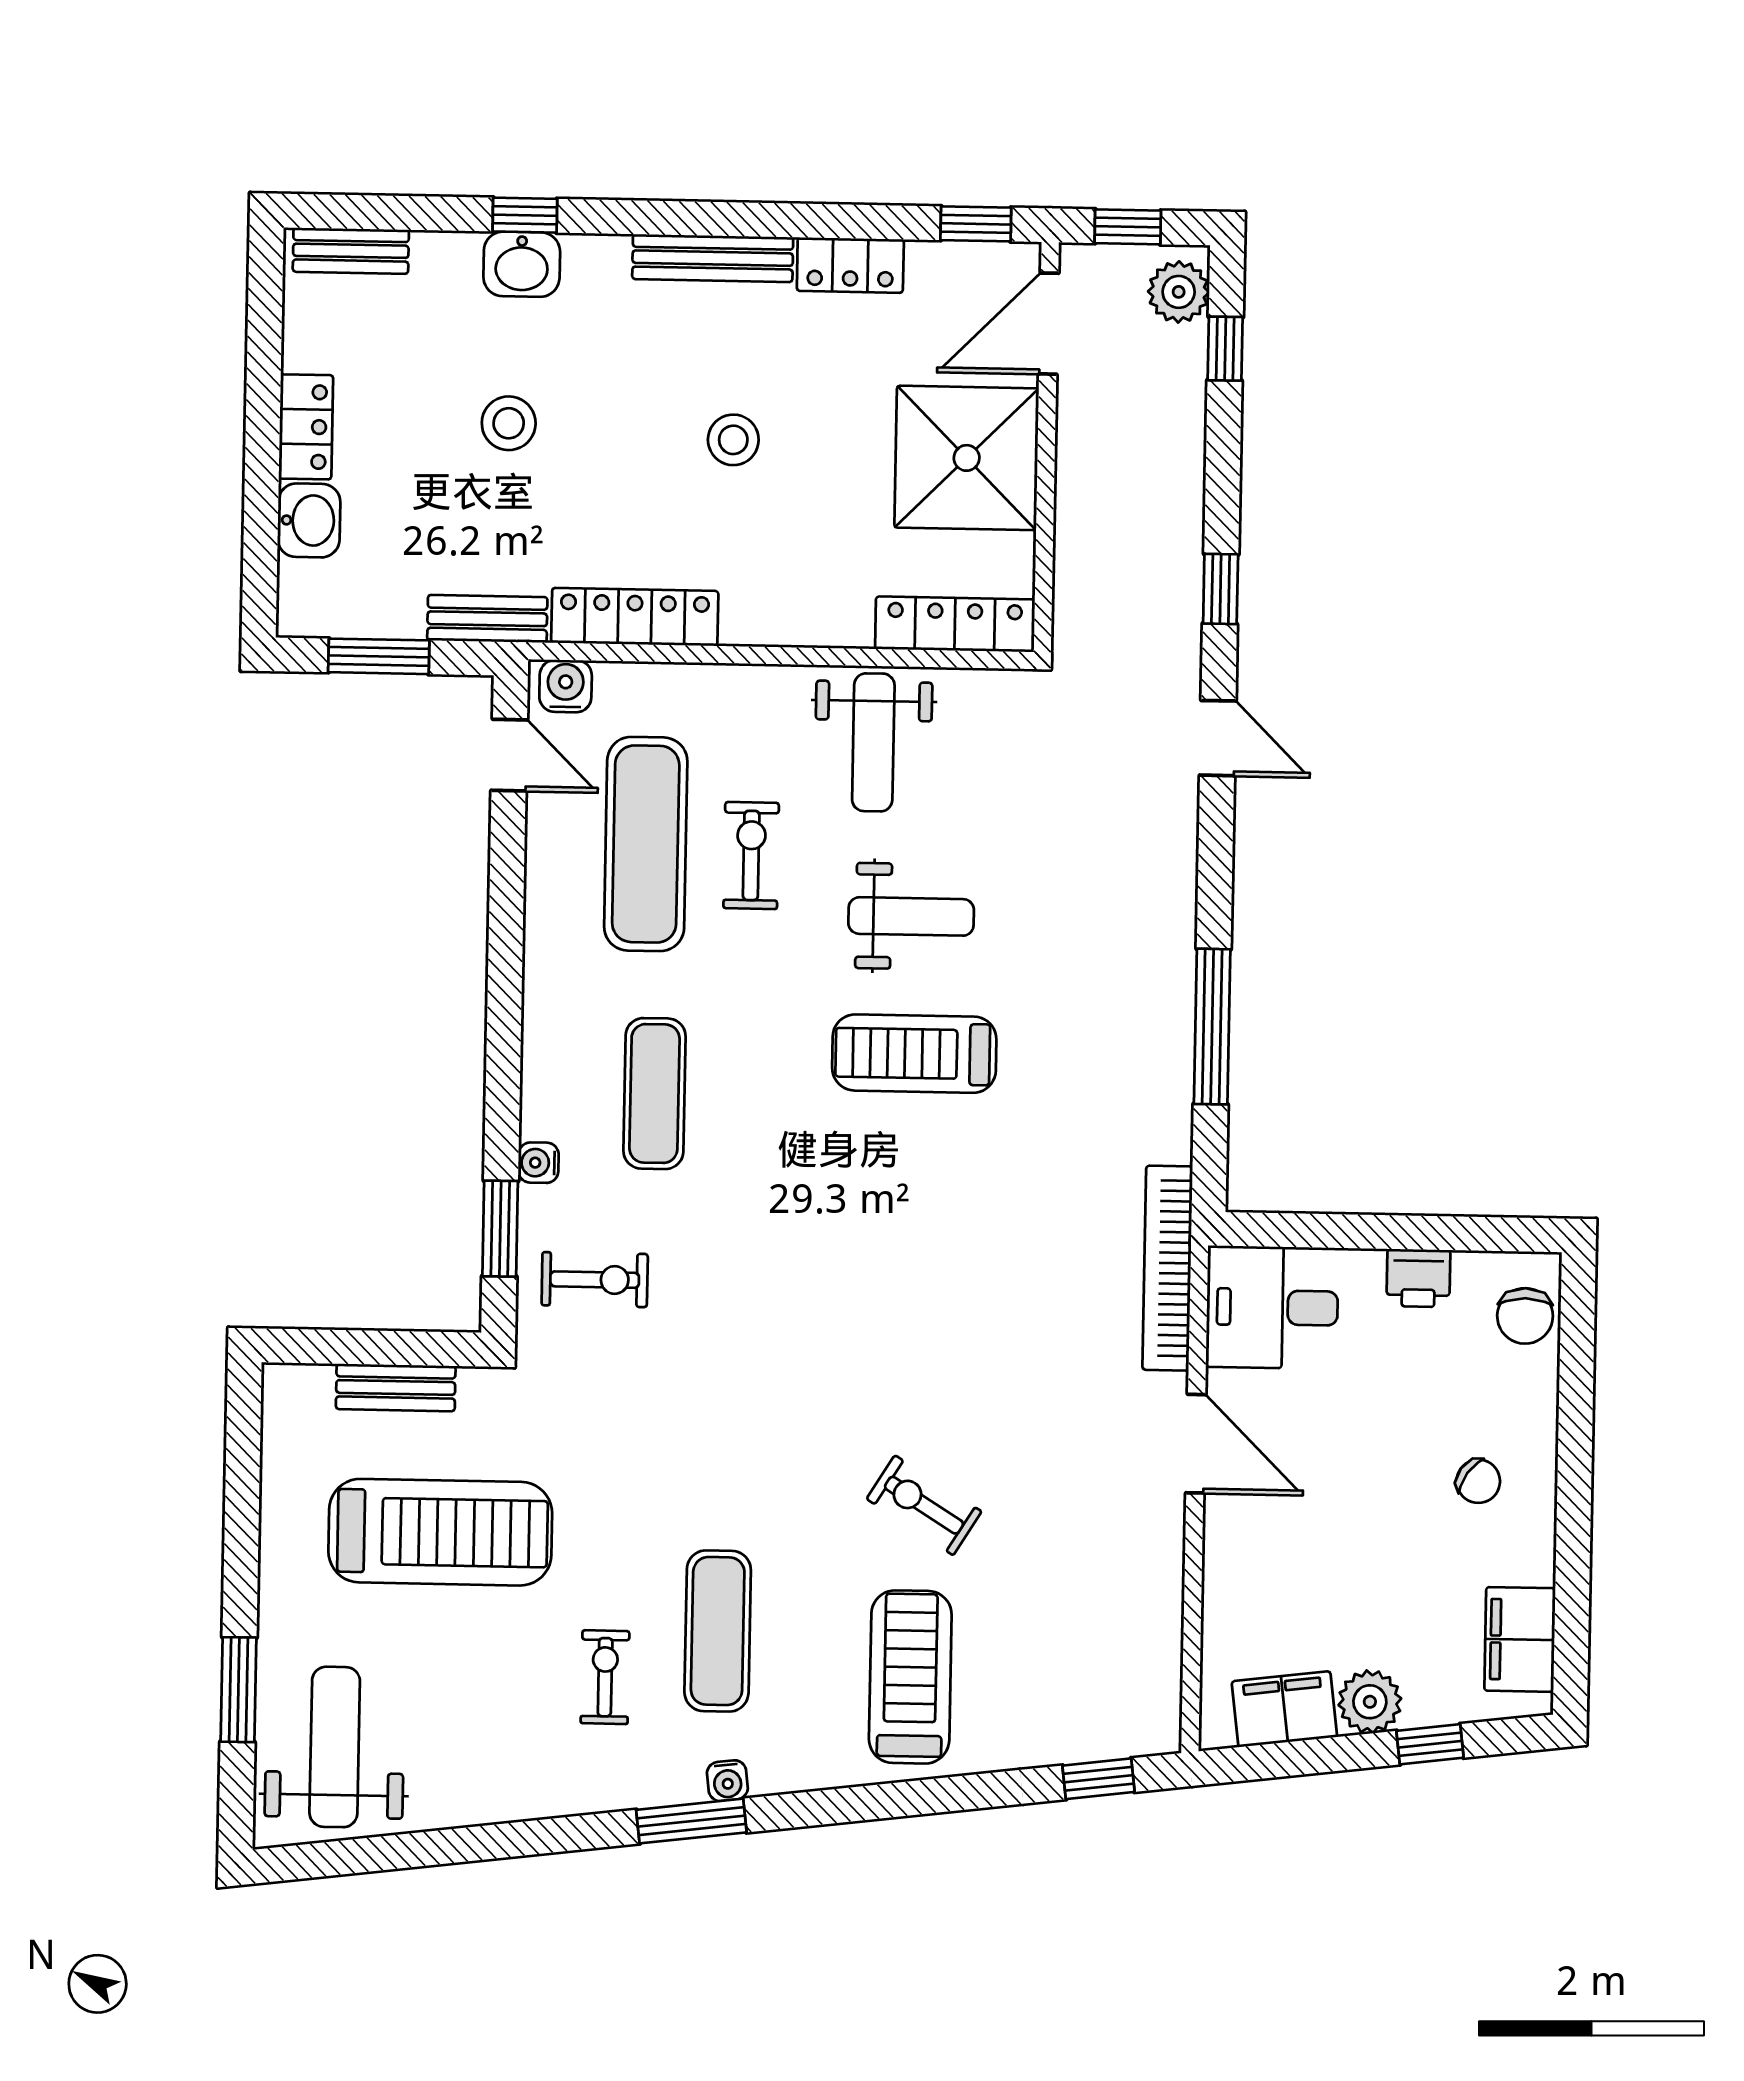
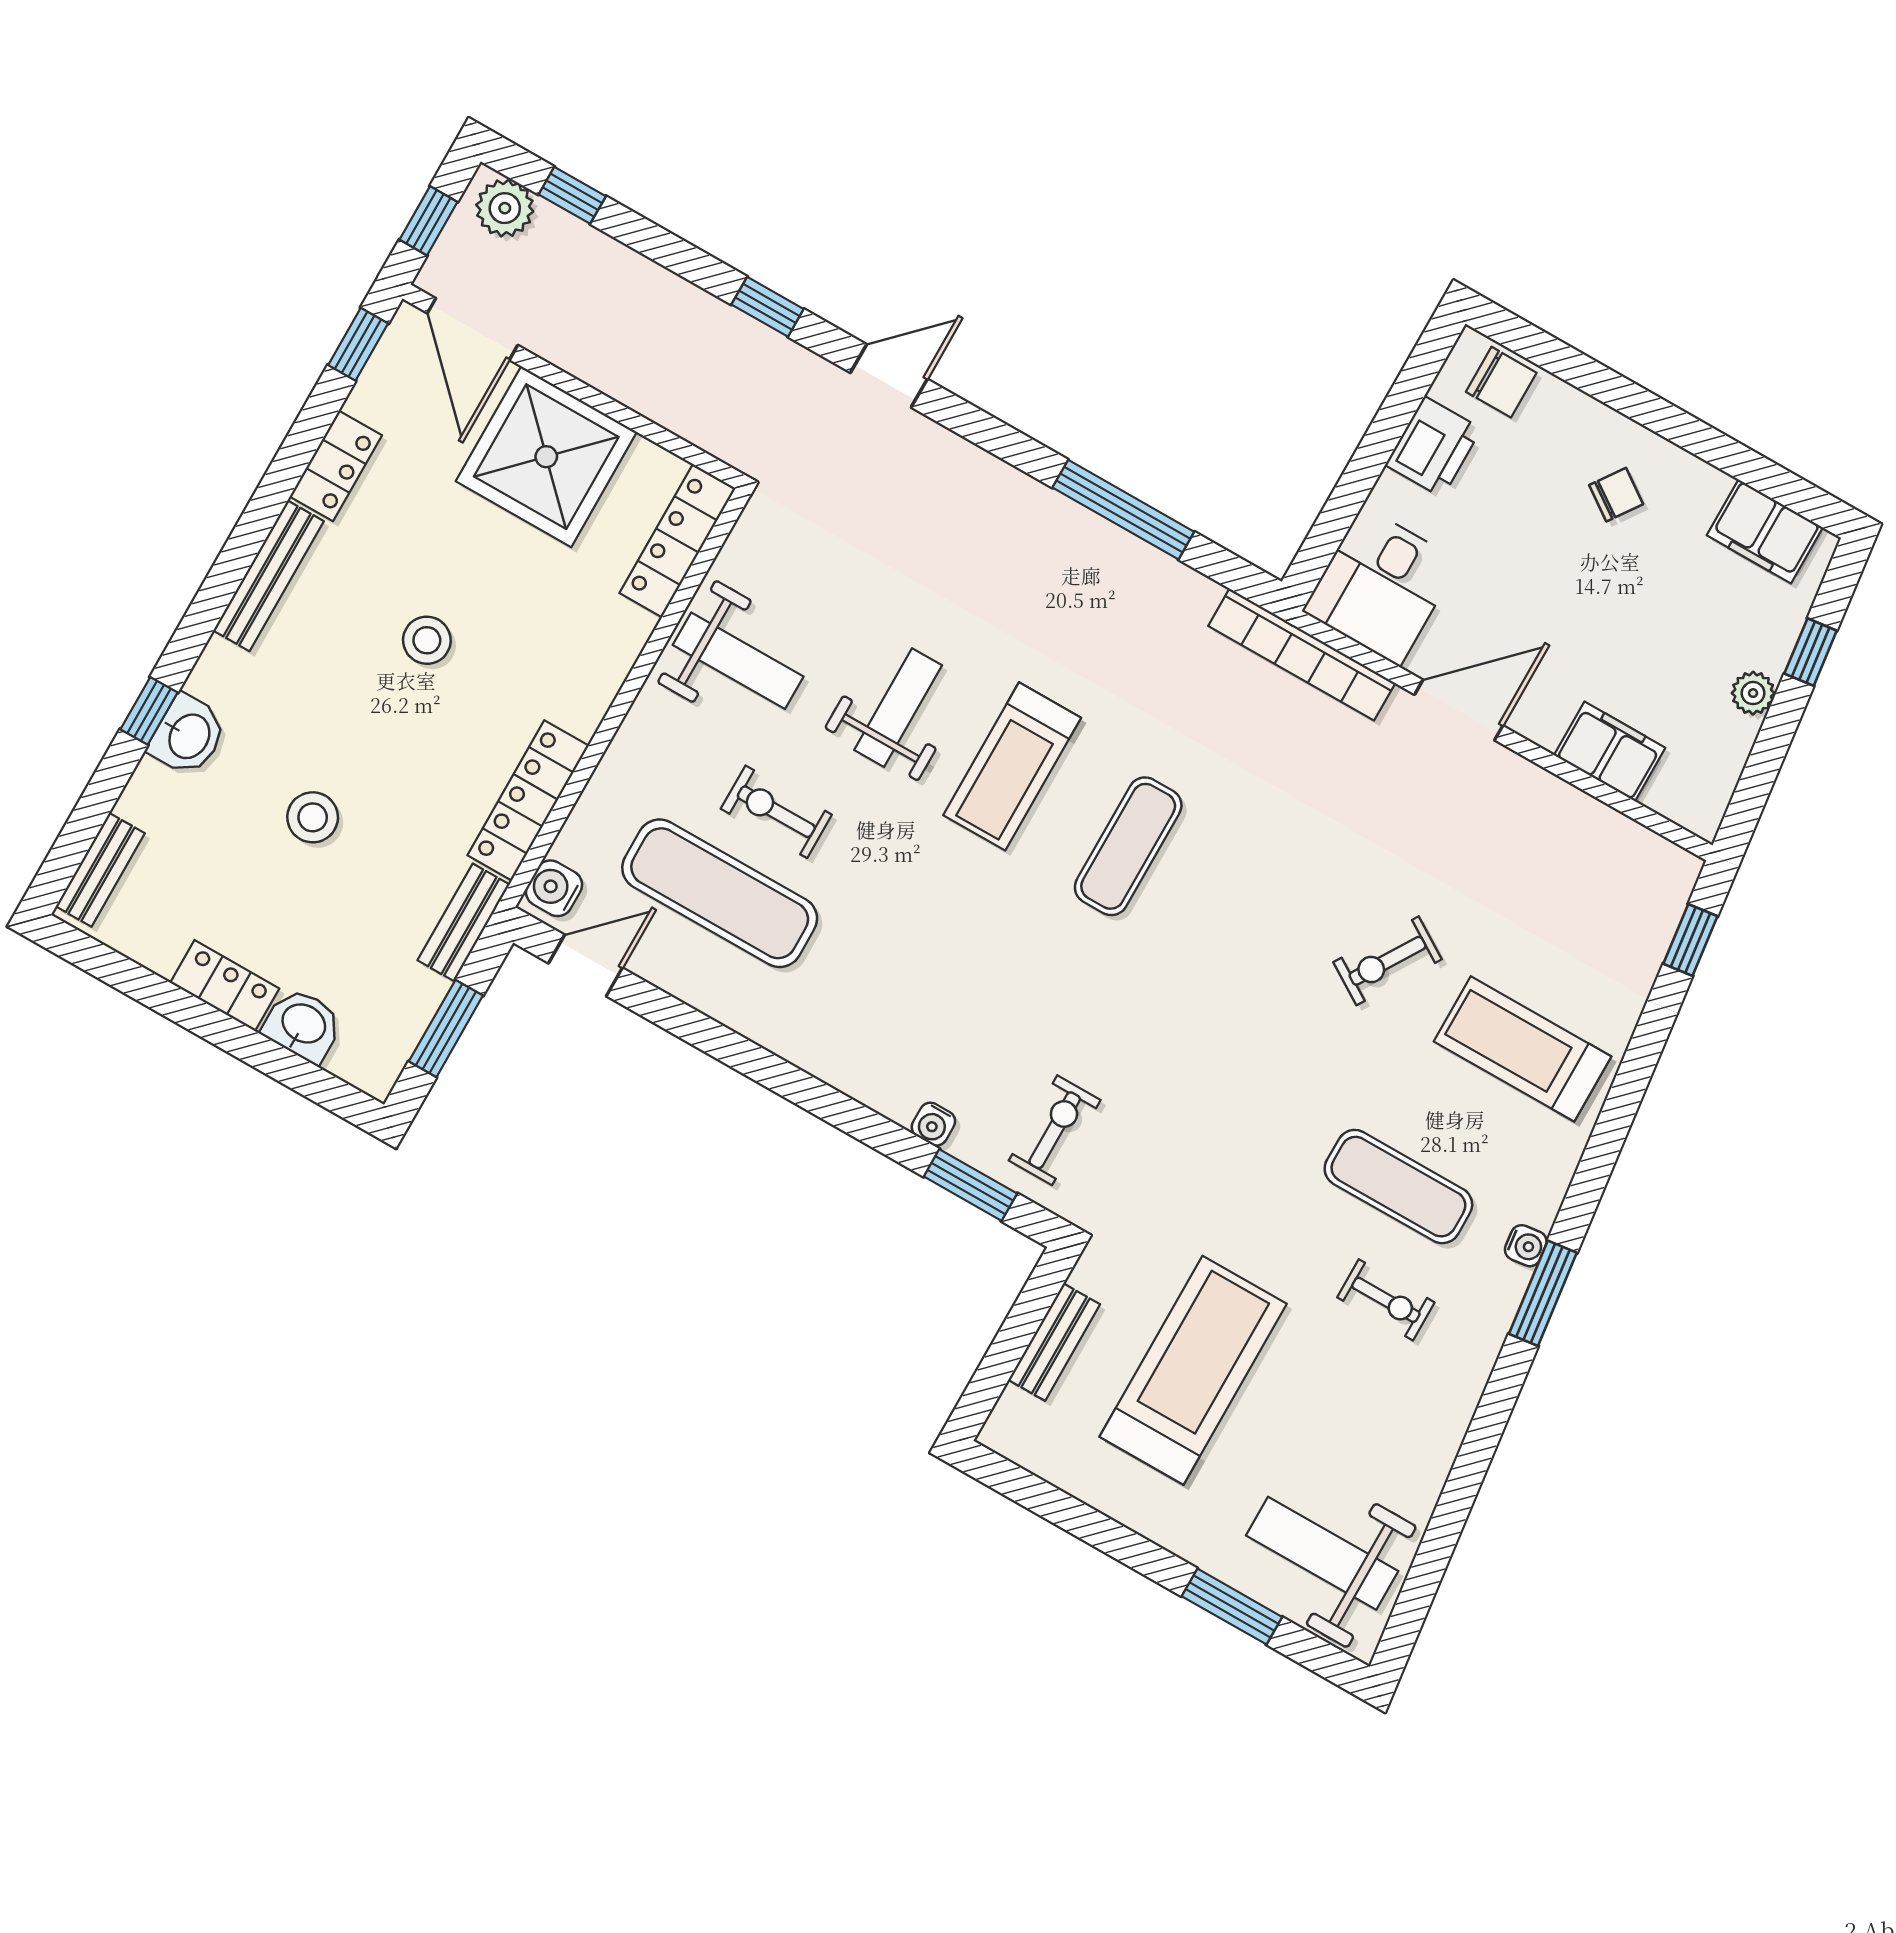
exercise mat: (654, 1094) -> (1128, 846), moved, turned 90
printer: (1418, 1278) -> (1433, 447), width x1.36, depth x1.24
exercise bike: (605, 1677) -> (1386, 1300), turned 180
plant: (1370, 1702) -> (1753, 693), width x0.73, depth x0.73
filing cabinet: (1284, 1709) -> (1610, 751), moved, turned 97

